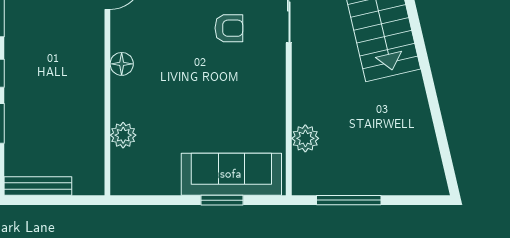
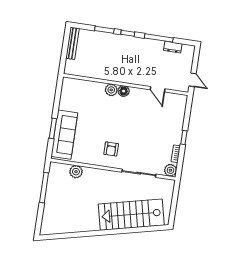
armchair: (229, 28) -> (111, 149), moved
plant: (123, 135) -> (111, 90), moved

